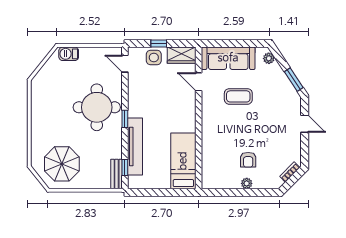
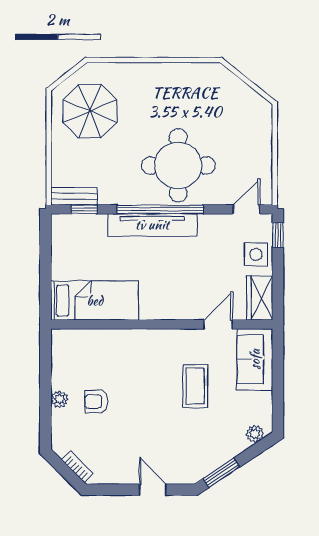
window: (159, 43) -> (278, 235), moved
barbecue: (69, 54) -> (262, 122), removed
sofa: (228, 58) -> (255, 359), width x0.73
window: (125, 119) -> (160, 209), width x3.17
door: (305, 124) -> (153, 490), swing flipped
tv unit: (135, 146) -> (152, 225), moved

